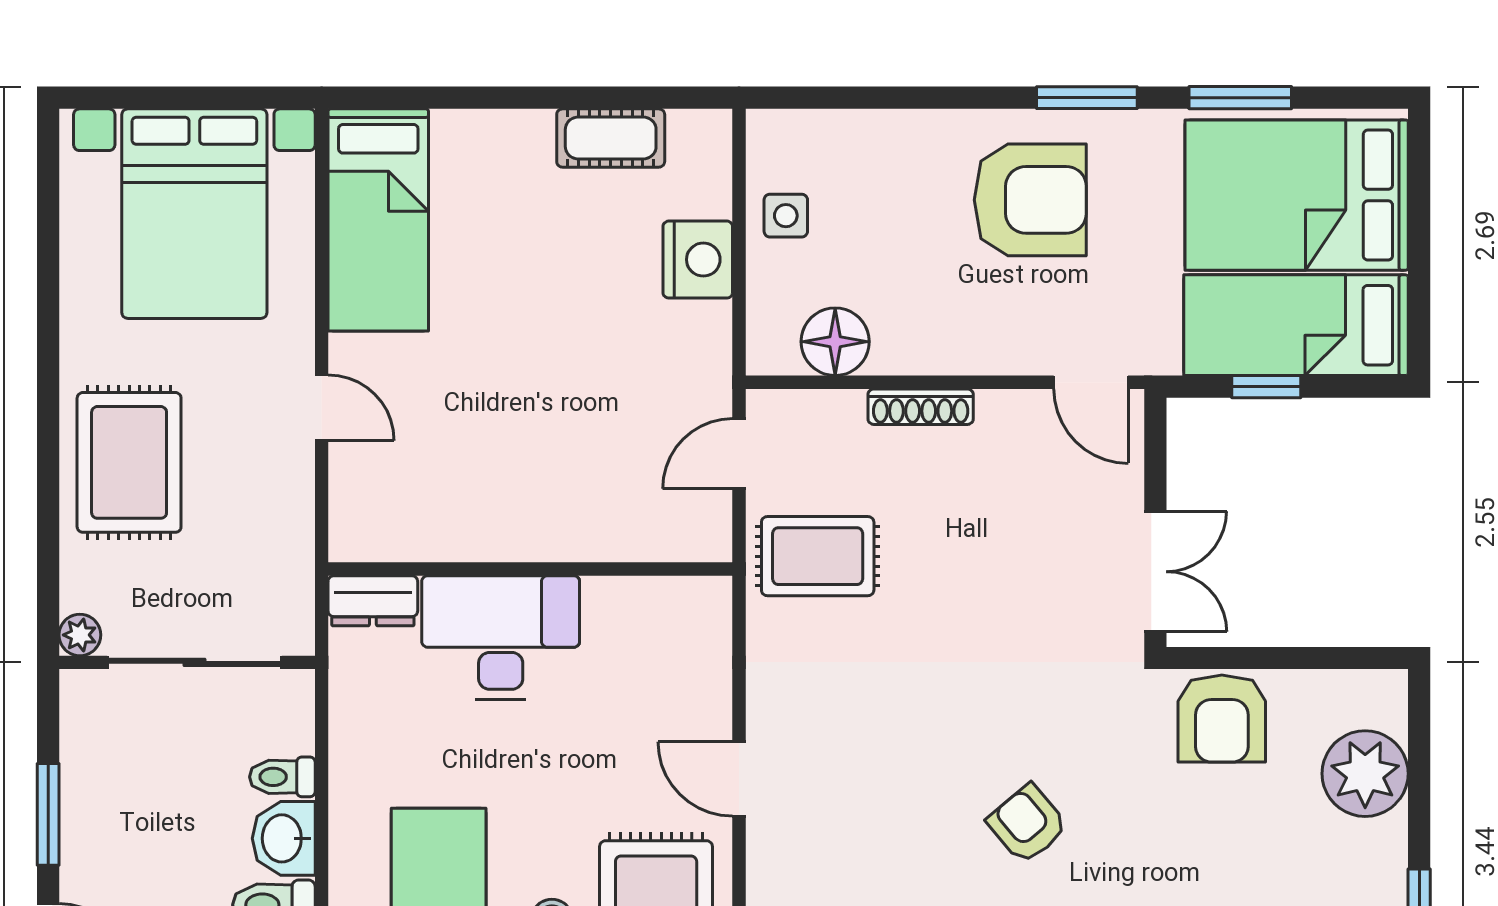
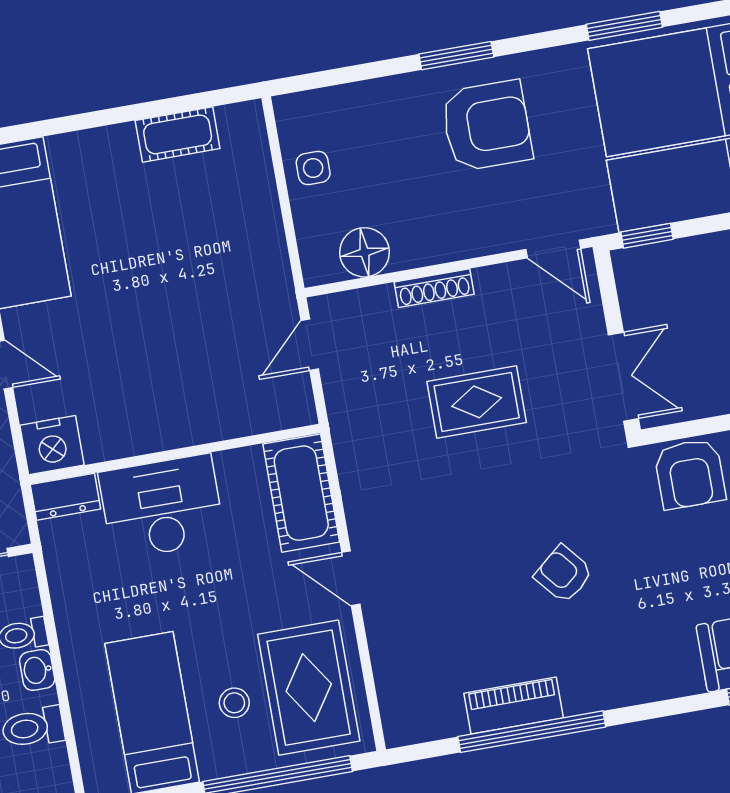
window: (1087, 98) -> (456, 56), moved
nightstand: (698, 260) -> (52, 445), moved, turned 90
window: (1266, 387) -> (647, 236), moved
rug: (818, 556) -> (477, 402), moved
cot: (692, 652) -> (301, 493), added
washbasin: (284, 838) -> (37, 670), width x0.72, depth x0.69

